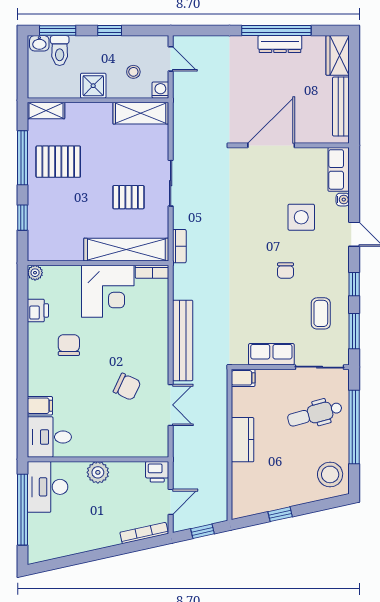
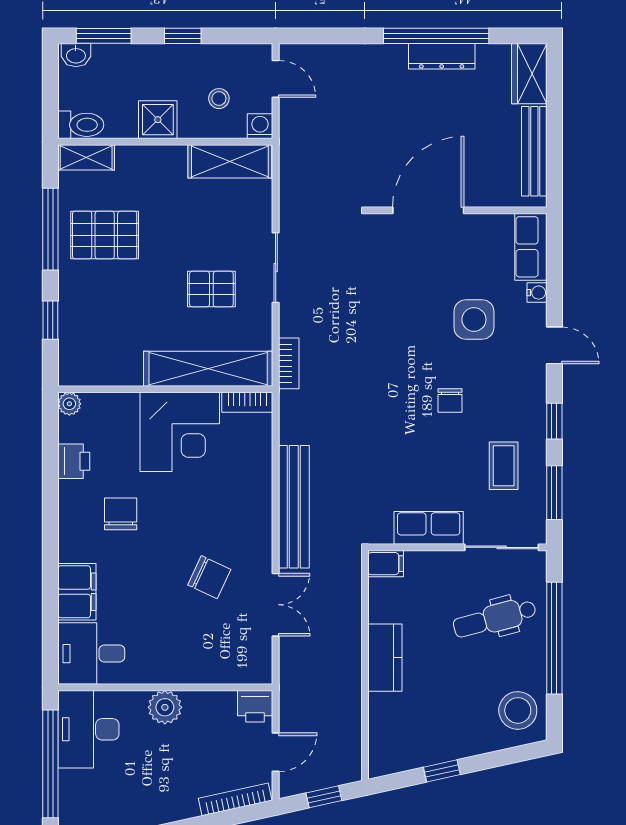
toilet: (60, 51) -> (81, 125), moved, turned -90
filing cabinet: (40, 406) -> (77, 592), width x2.00

